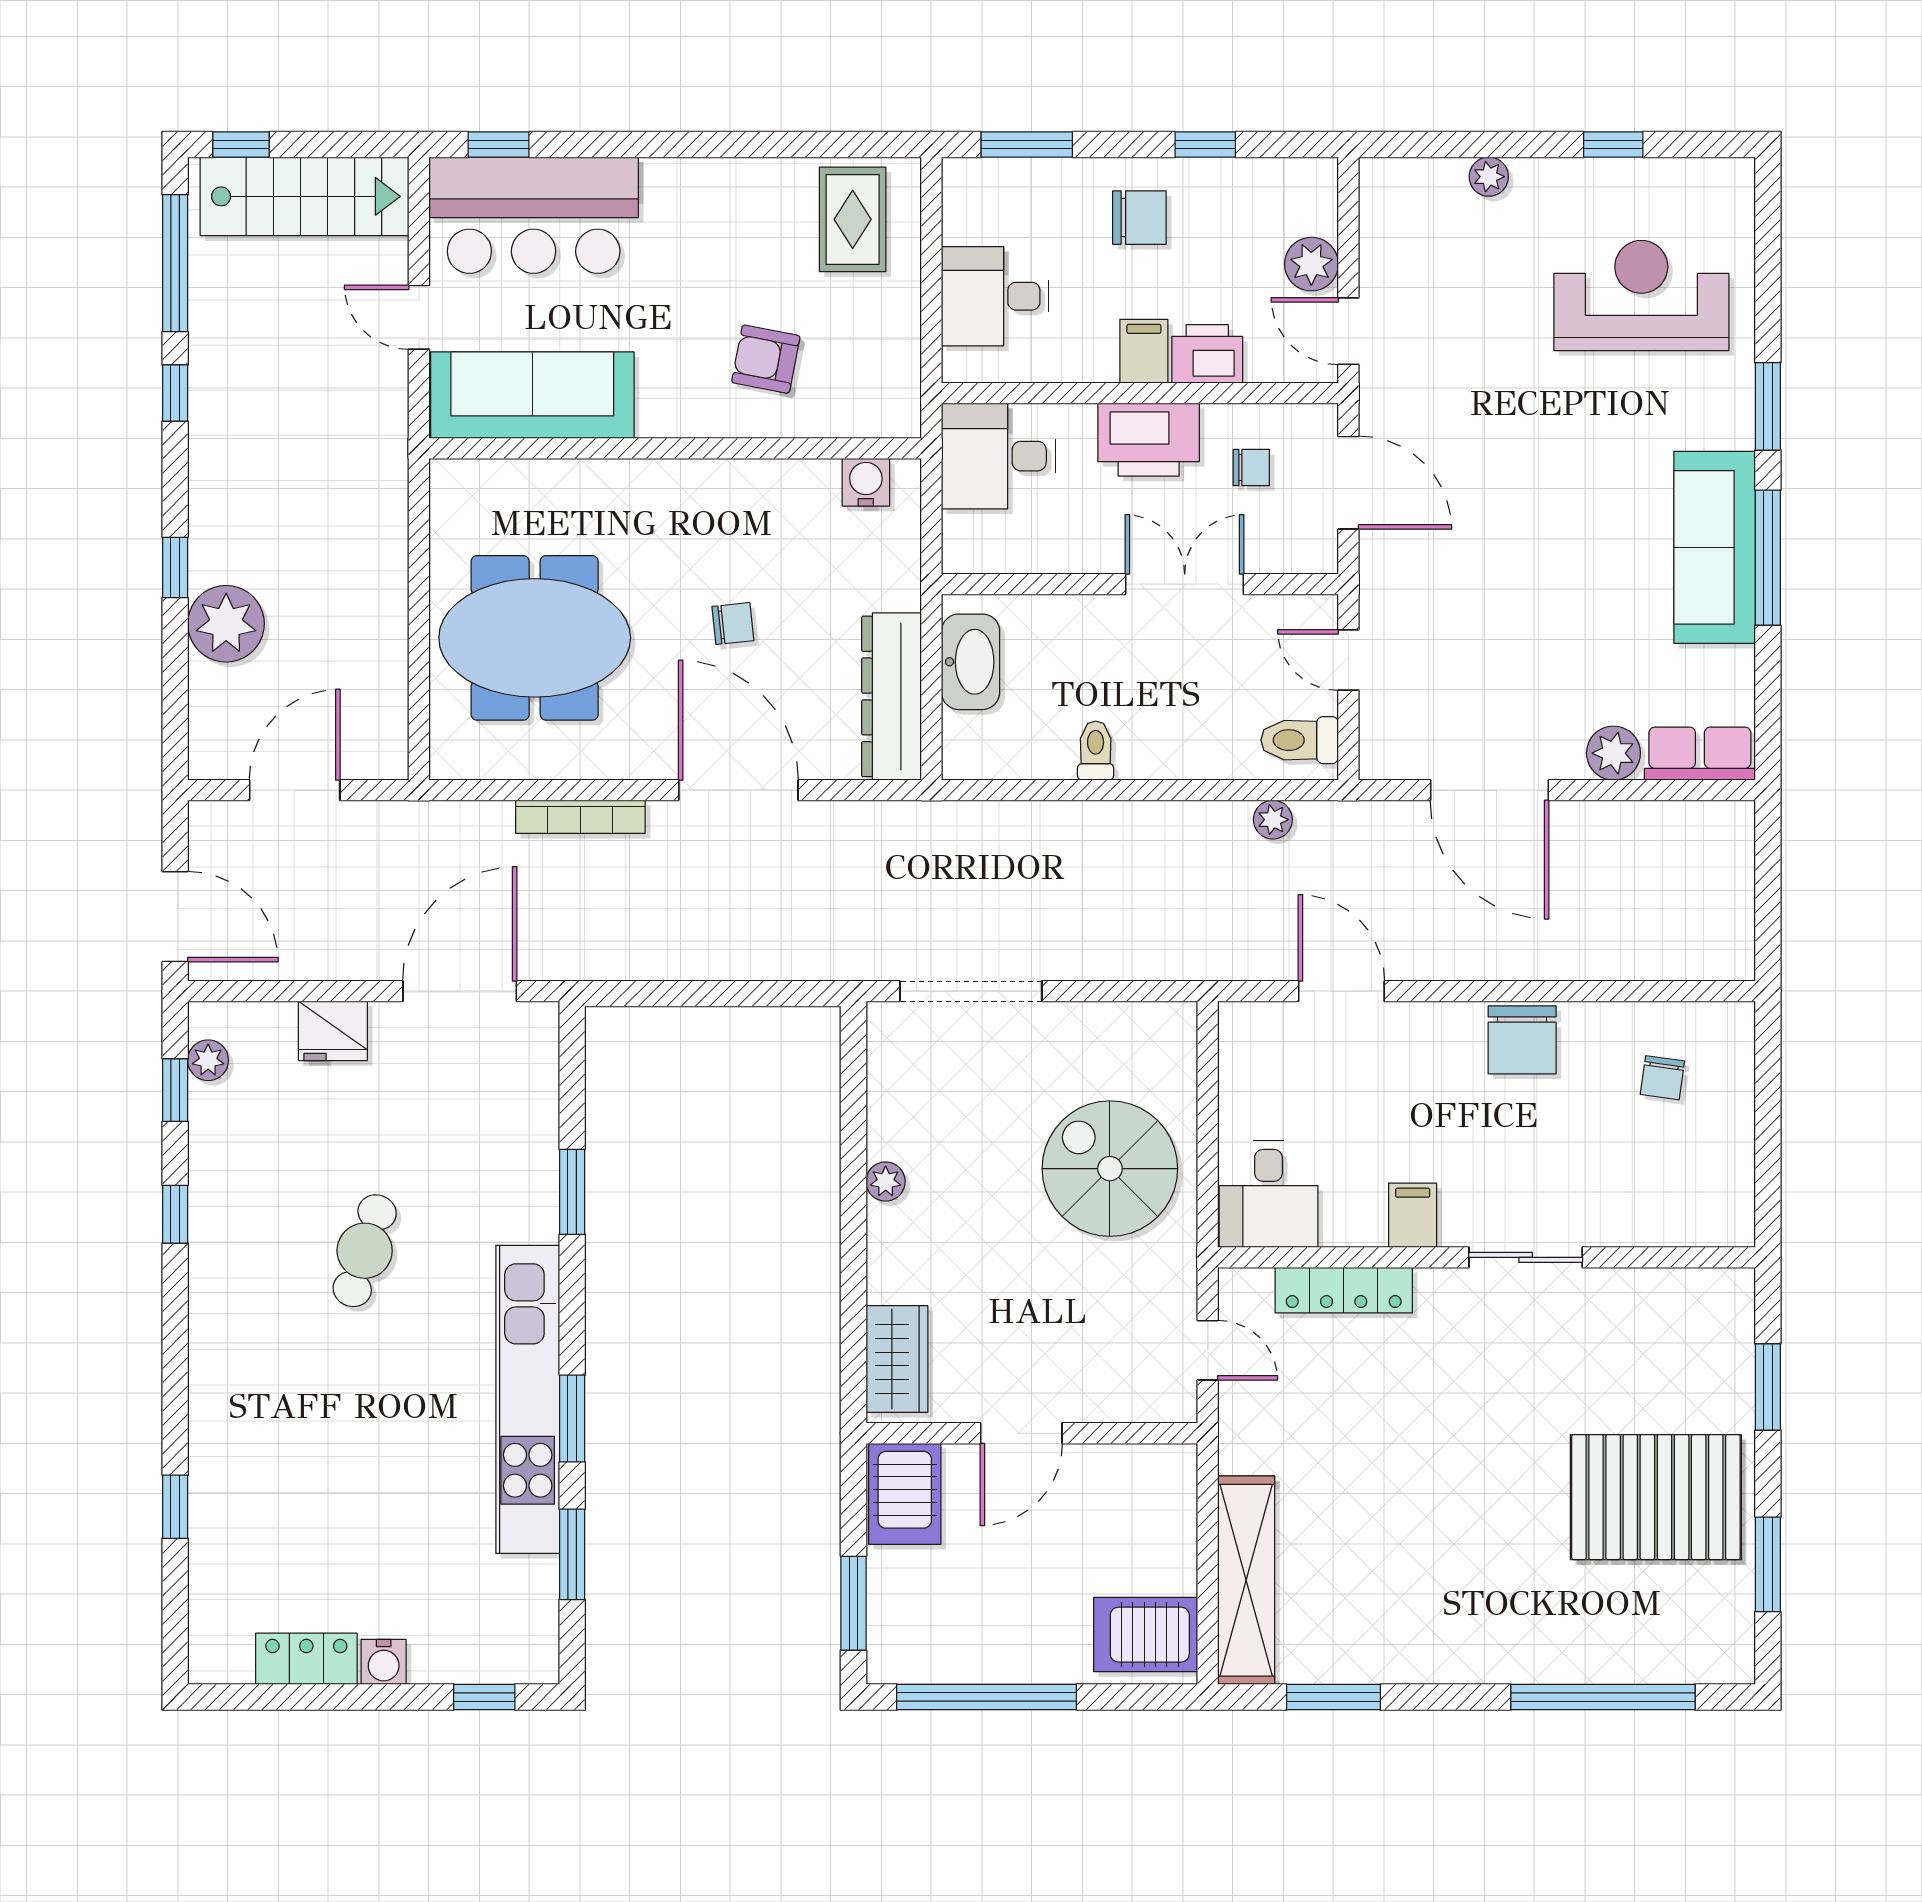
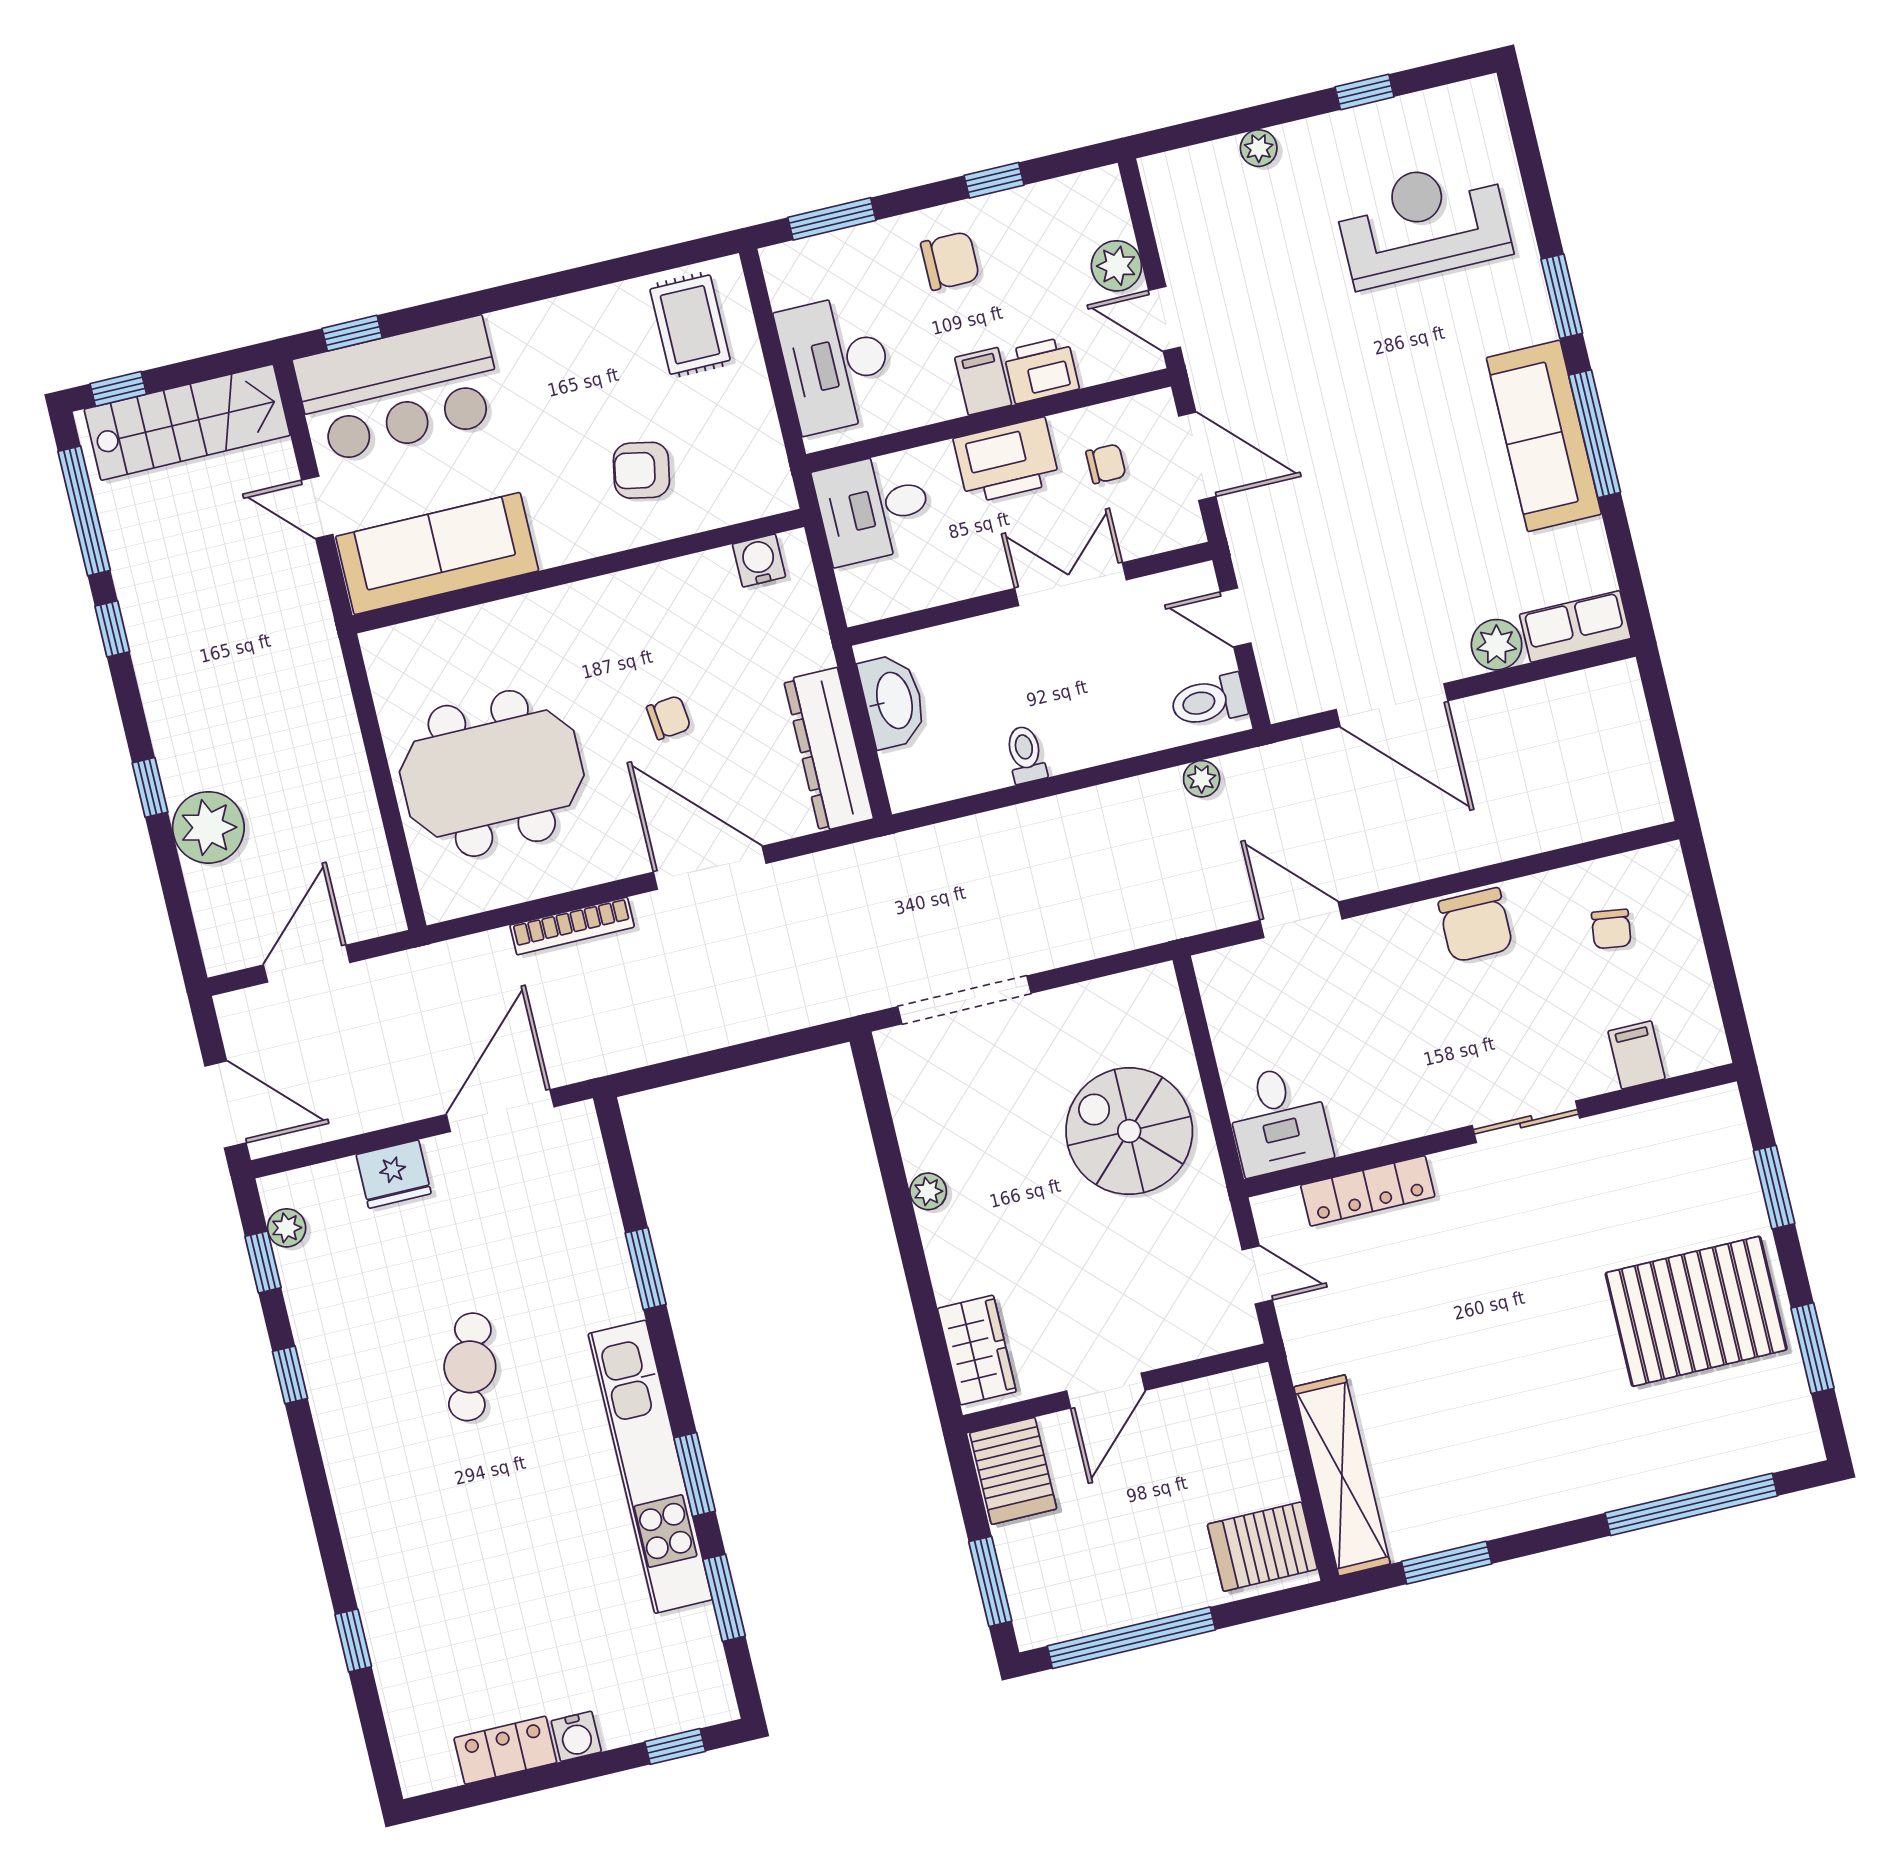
desk: (995, 296) -> (836, 364), width x1.37
filing cabinet: (1413, 1215) -> (1636, 1055), moved

